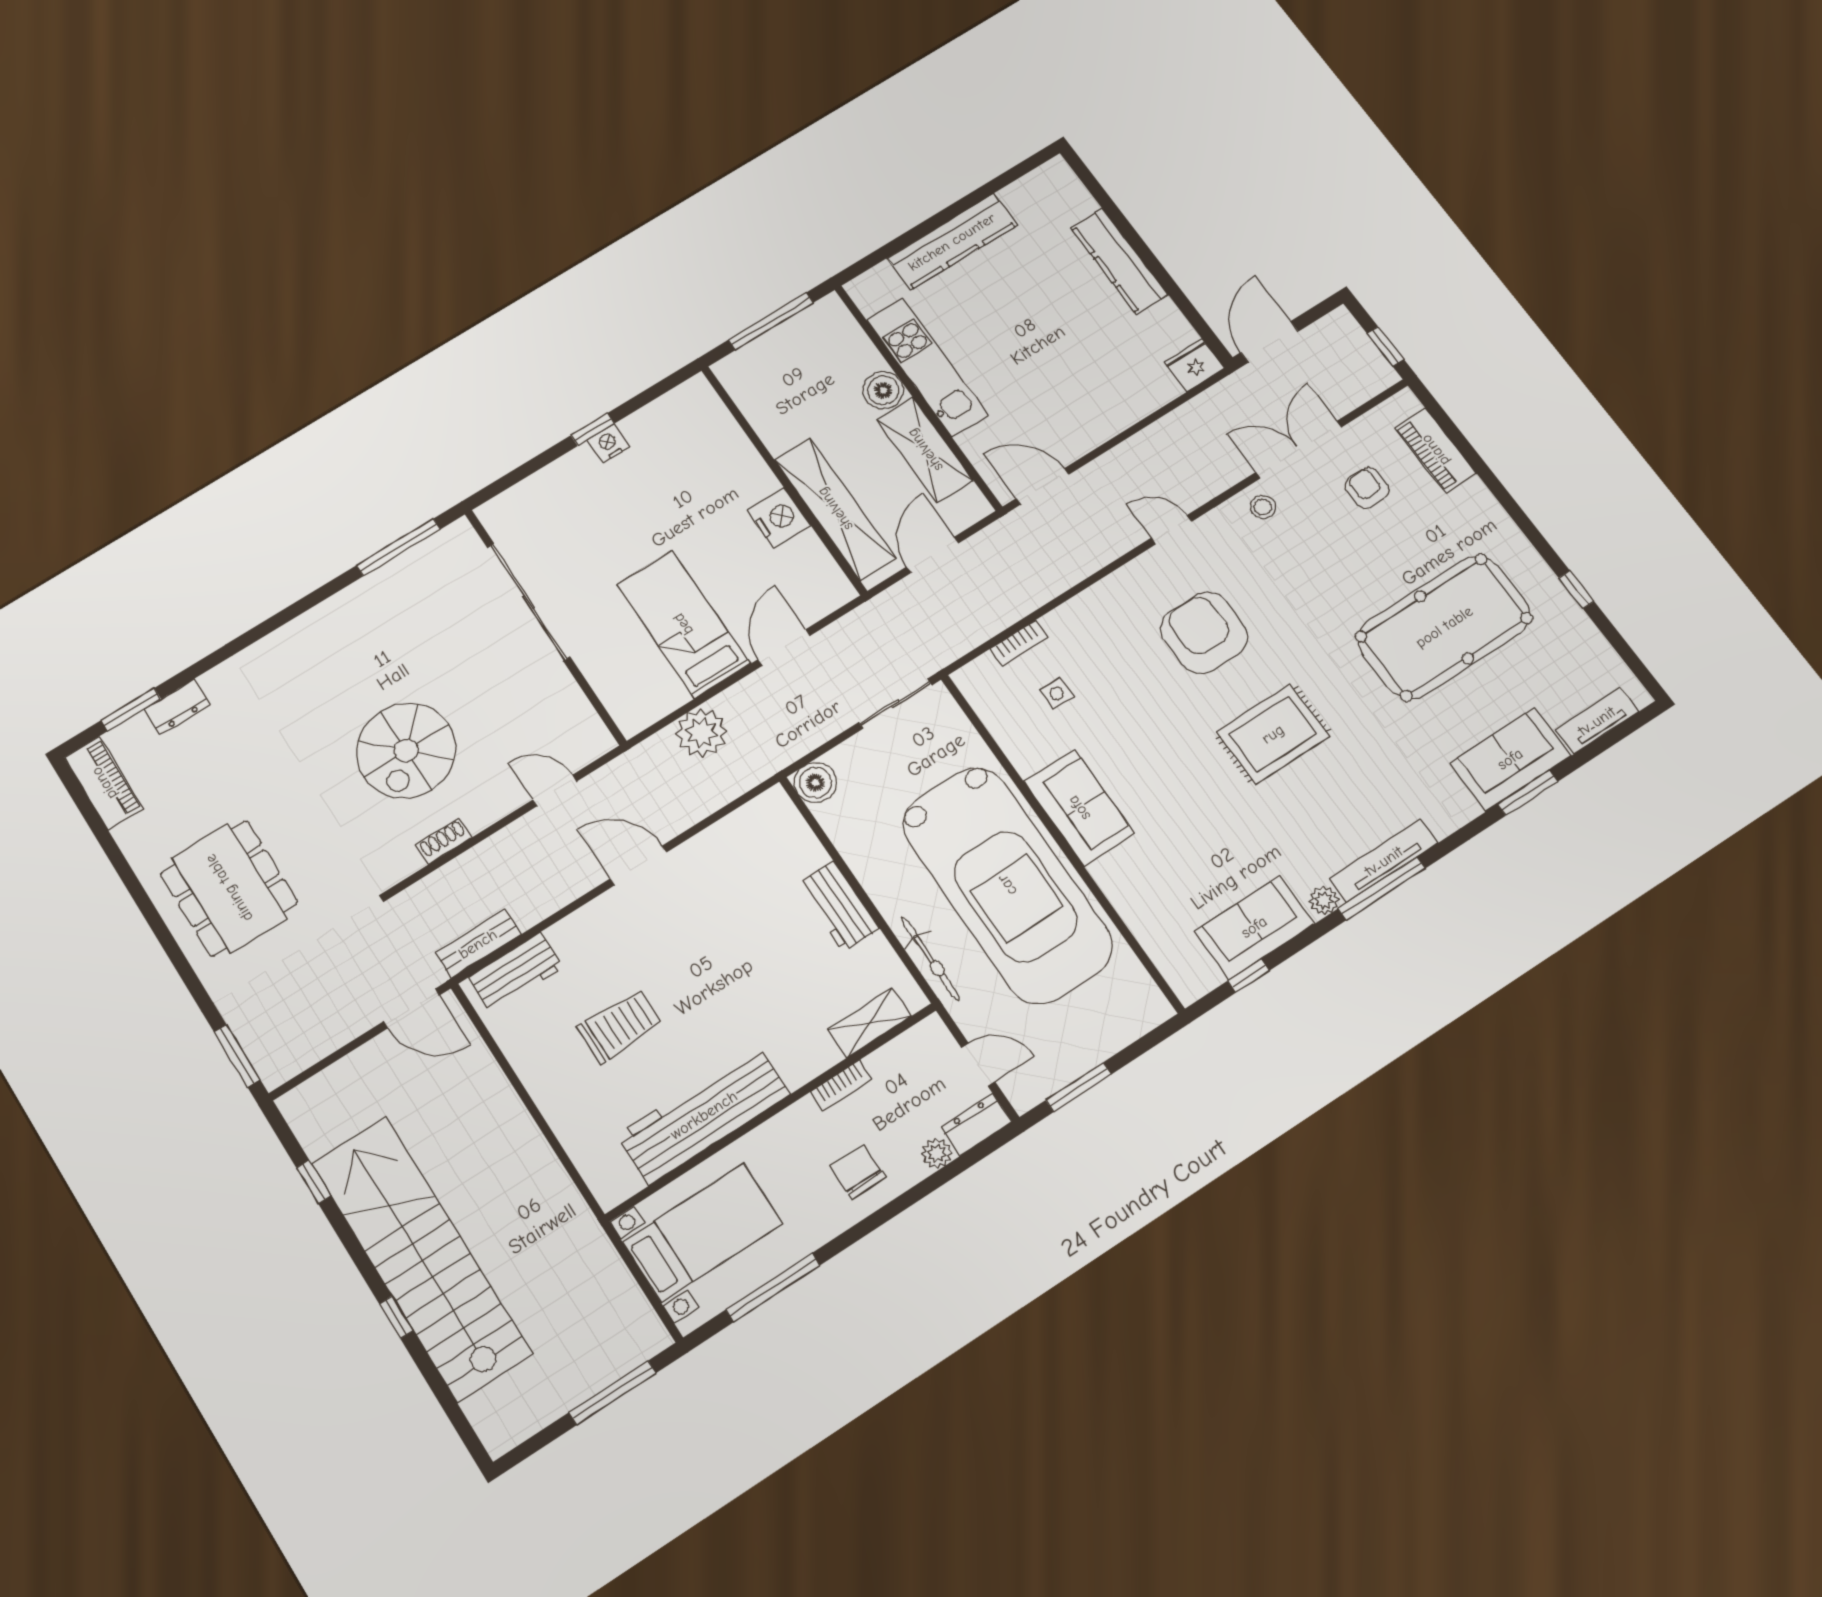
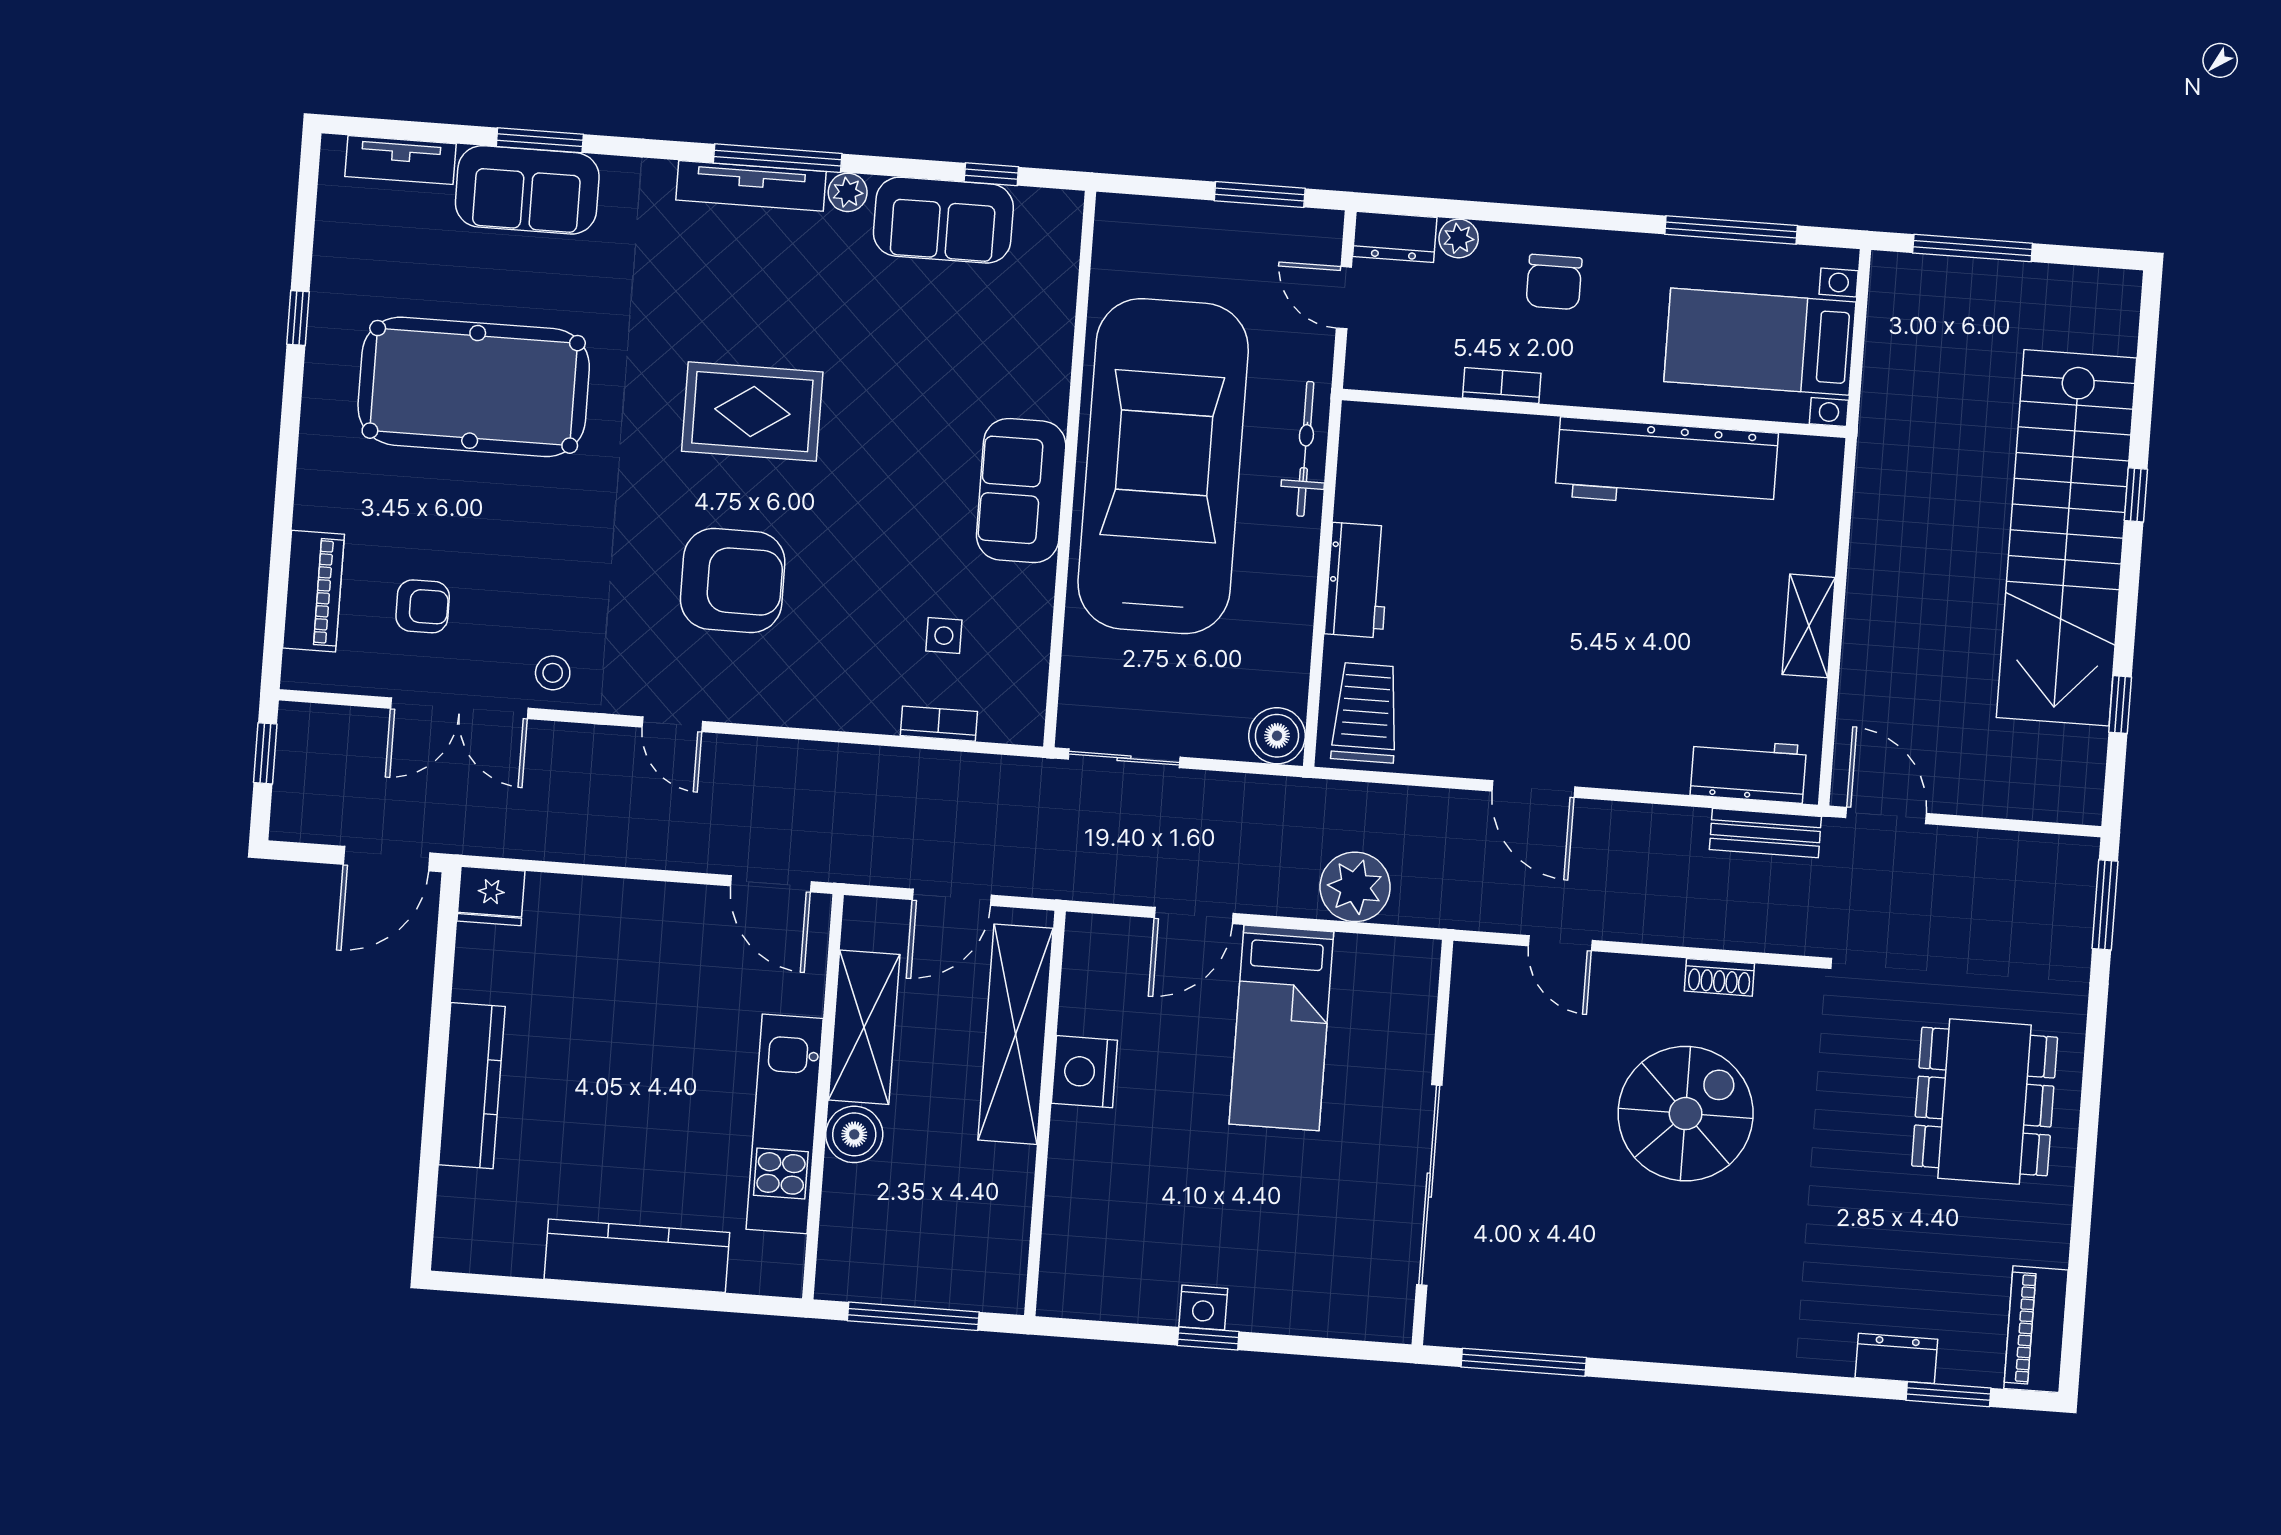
armchair: (1367, 488) -> (423, 606), turned -90
armchair: (1204, 633) -> (733, 580), turned -90
shelving: (870, 1023) -> (1809, 626), moved, turned 90
trolley: (620, 1026) -> (1366, 713), moved, turned 90

